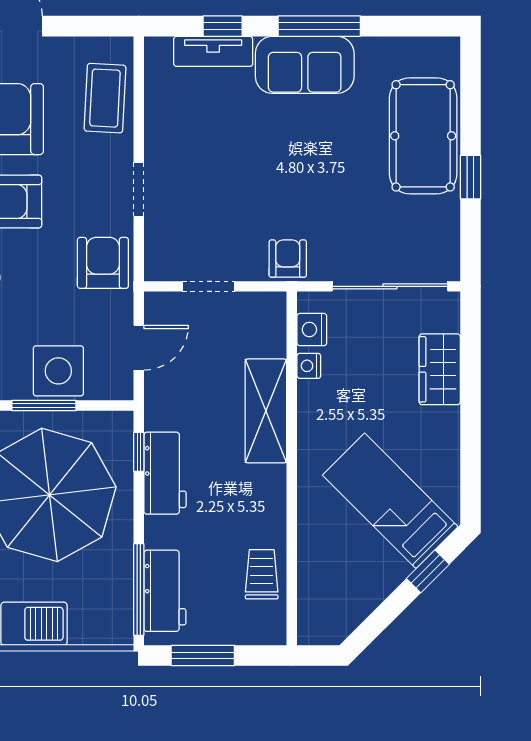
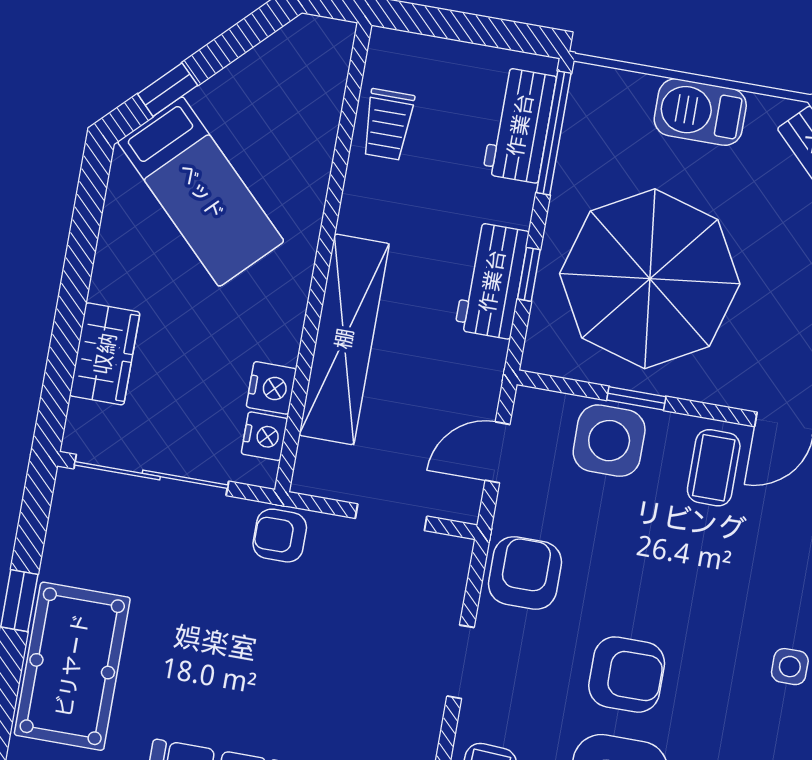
armchair: (288, 259) -> (280, 536), turned 90
armchair: (103, 263) -> (525, 573), turned 180
nightstand: (309, 366) -> (271, 388), width x1.39, depth x1.35
window: (44, 405) -> (636, 398), width x0.67
shelving: (266, 411) -> (344, 339), width x1.47
window: (139, 452) -> (529, 274), moved
window: (203, 656) -> (485, 31), removed

